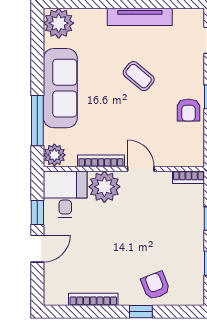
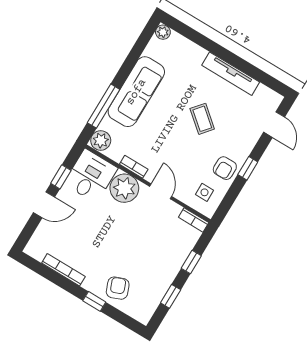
plant: (59, 23) -> (163, 32), width x0.53, depth x0.53
side table: (183, 145) -> (204, 192), added
bookcase: (101, 161) -> (134, 167), width x0.64

